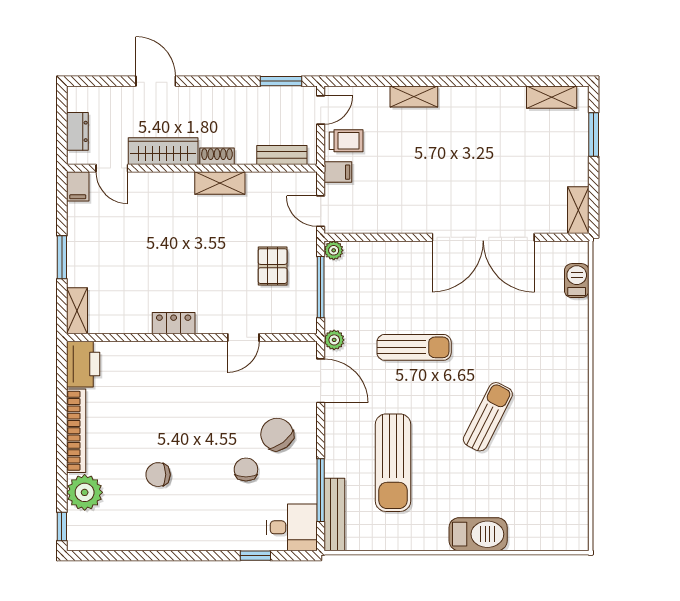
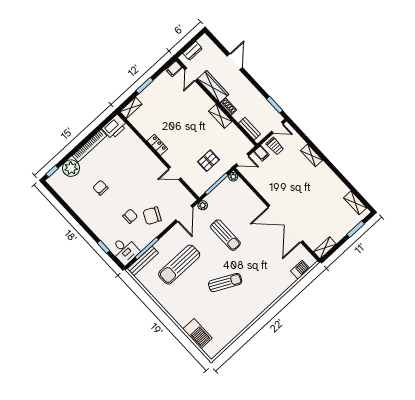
door: (321, 211) -> (243, 160), swing flipped
chair: (277, 434) -> (152, 216), turned -117
barbecue: (478, 534) -> (198, 334), moved

